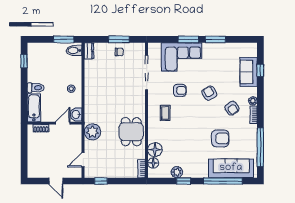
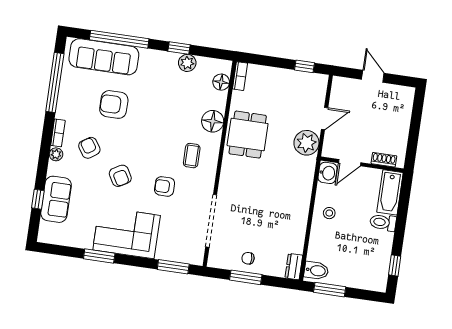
window: (188, 39) -> (173, 267), moved
corner sofa: (182, 57) -> (127, 233), moved
floor lamp: (155, 150) -> (213, 121), moved
door: (83, 160) -> (325, 119), moved

